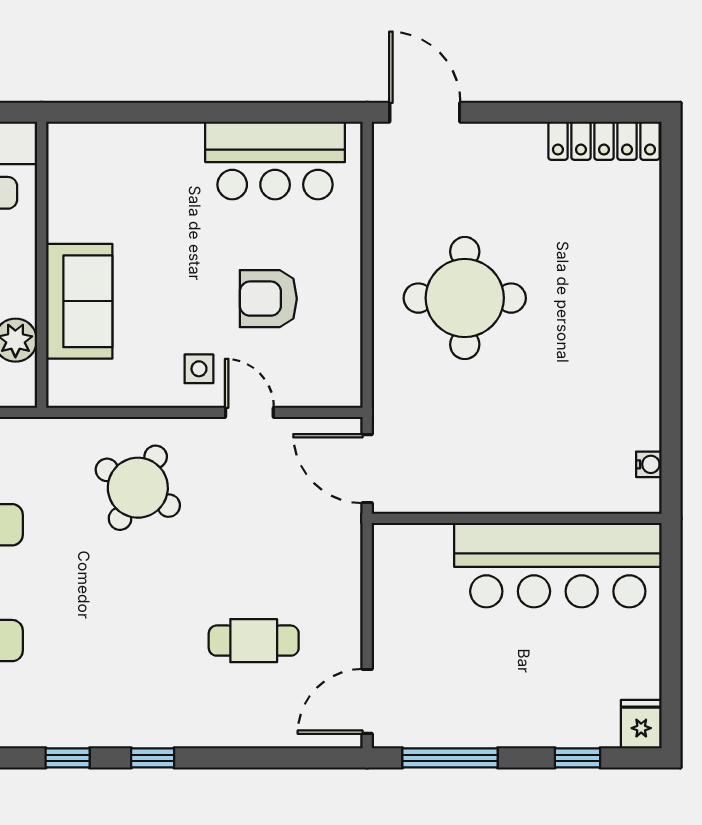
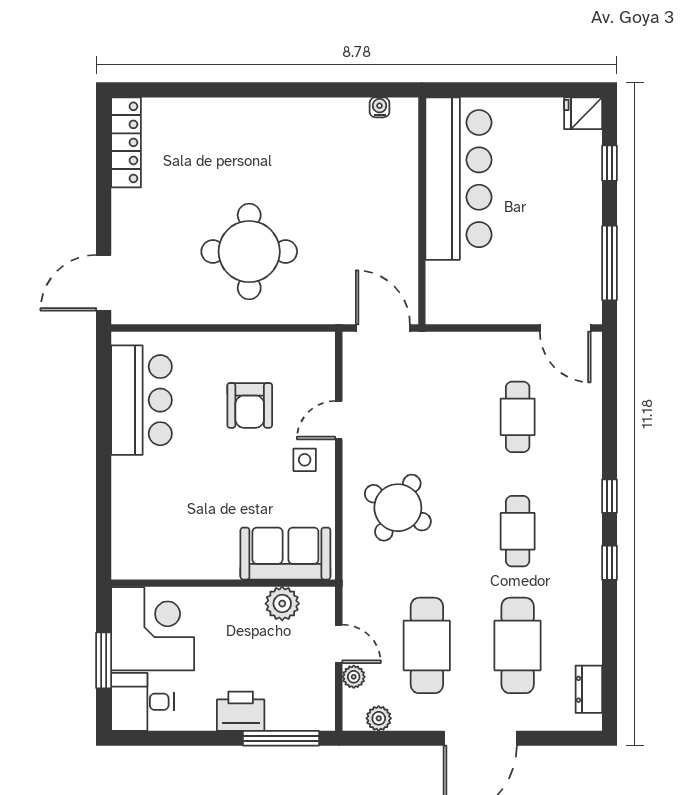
sofa: (79, 301) -> (285, 554), moved
door: (367, 469) -> (383, 328), swing flipped
cafe table: (108, 641) -> (518, 531), added

